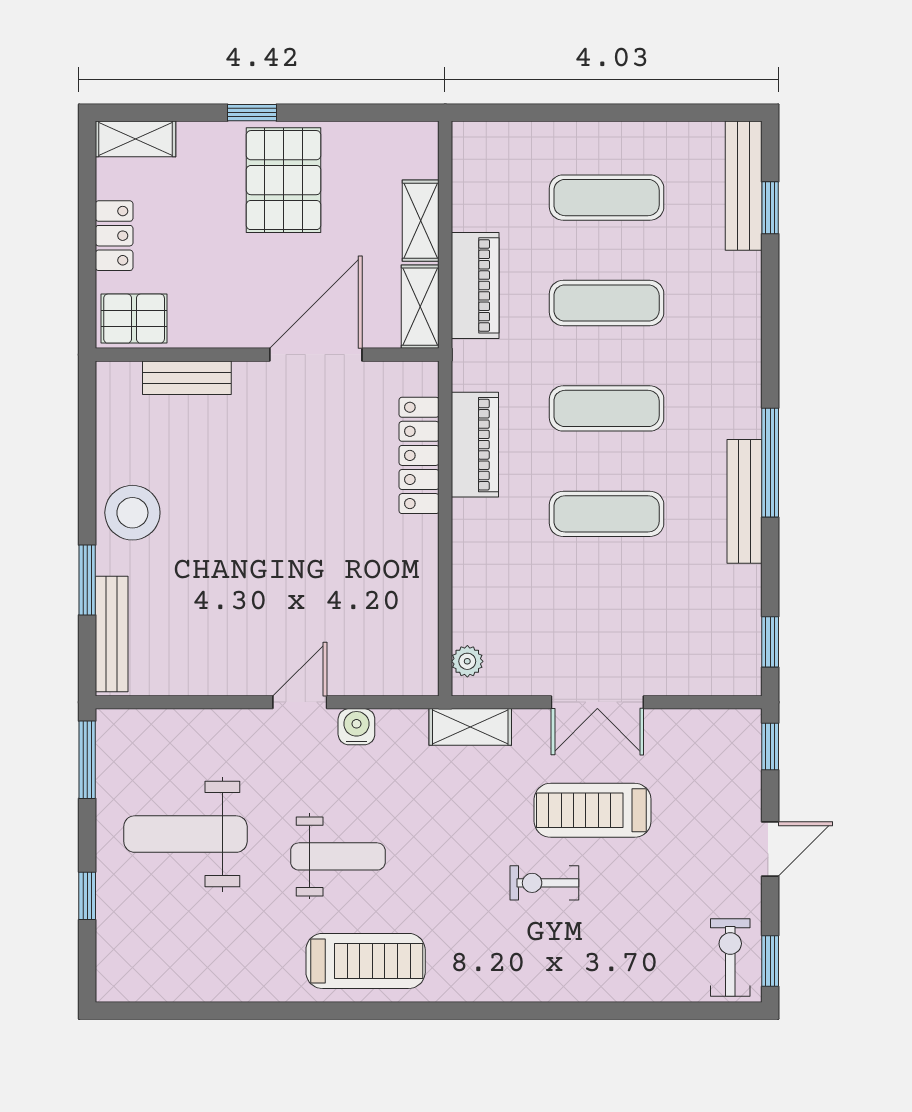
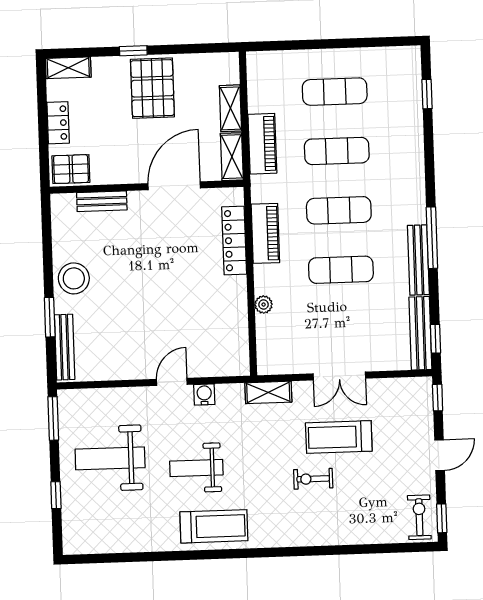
bench: (744, 186) -> (420, 333), moved
plant: (467, 661) -> (264, 305), moved
weight bench: (338, 856) -> (196, 468), turned 180

